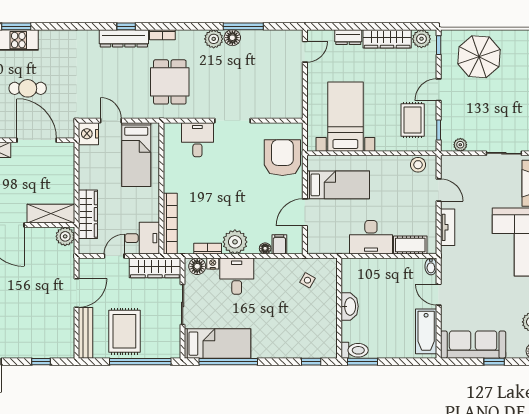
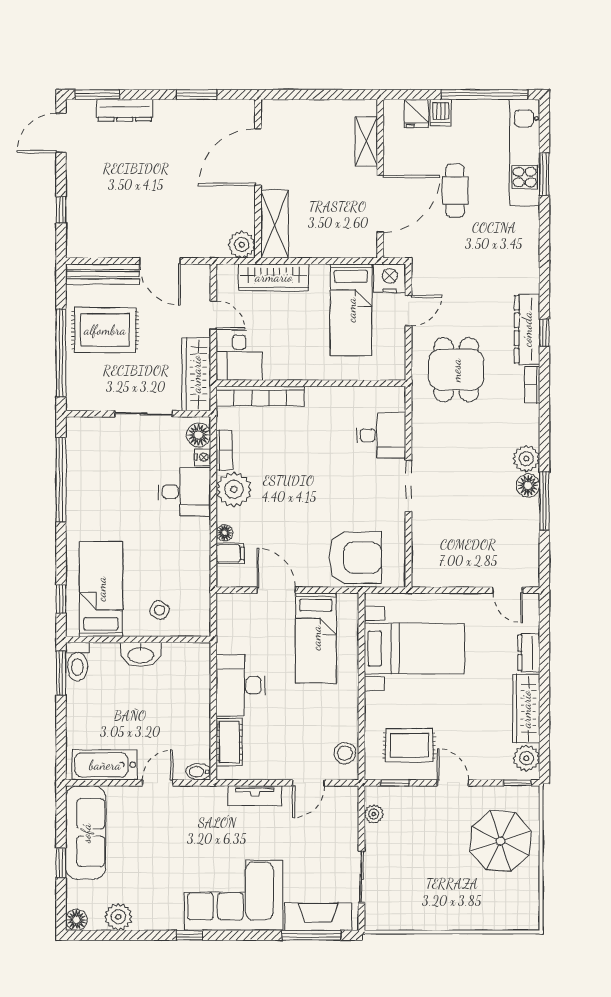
dining table: (170, 82) -> (456, 370), moved, turned 90
bed: (136, 155) -> (351, 310), moved, turned -90
side table: (307, 280) -> (159, 610), moved
bed: (218, 344) -> (101, 589), moved, turned 180

